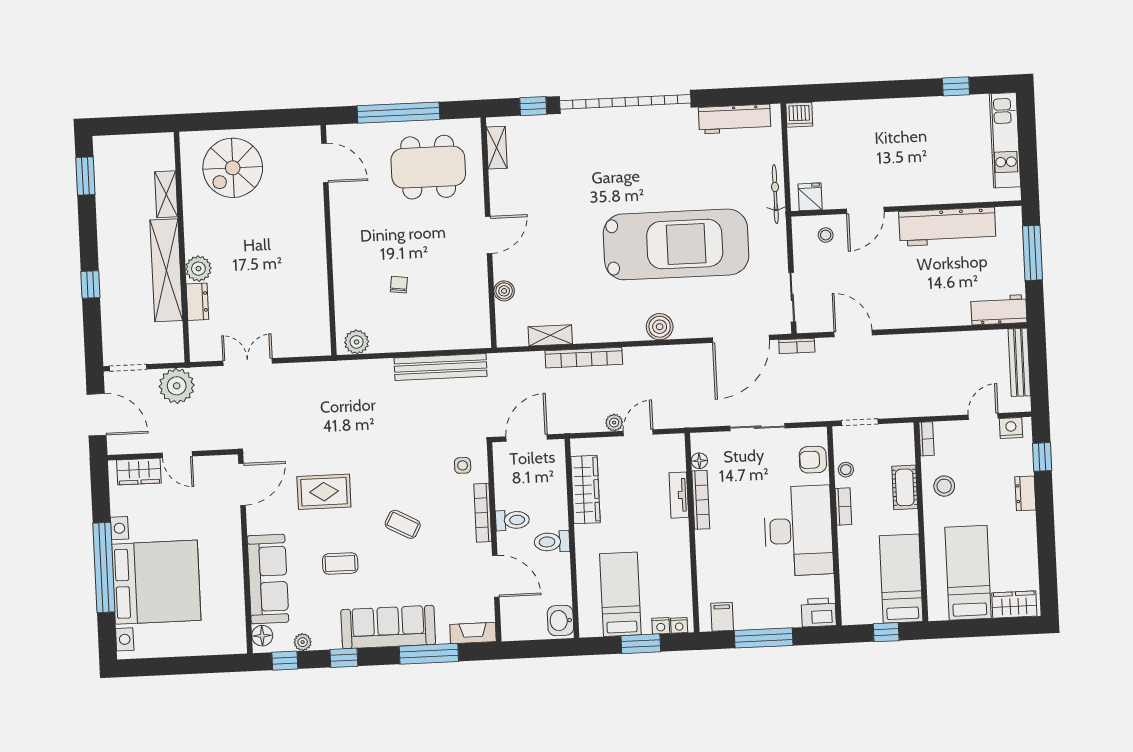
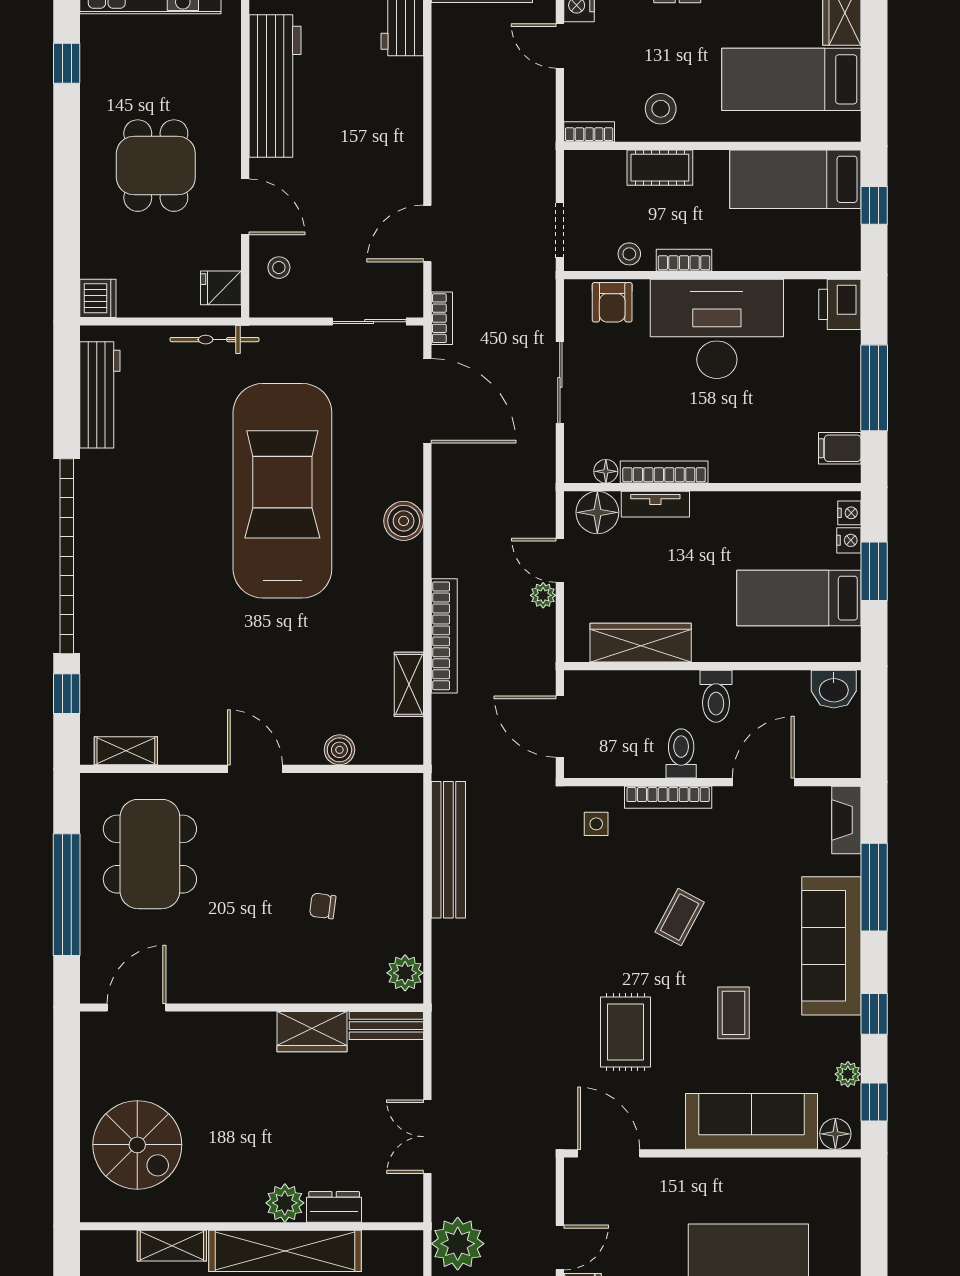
dining table: (890, 149) -> (156, 166), added
wardrobe: (314, 281) -> (312, 1032), added
bench: (321, 331) -> (386, 1026), added
floor lamp: (671, 456) -> (597, 512), added

